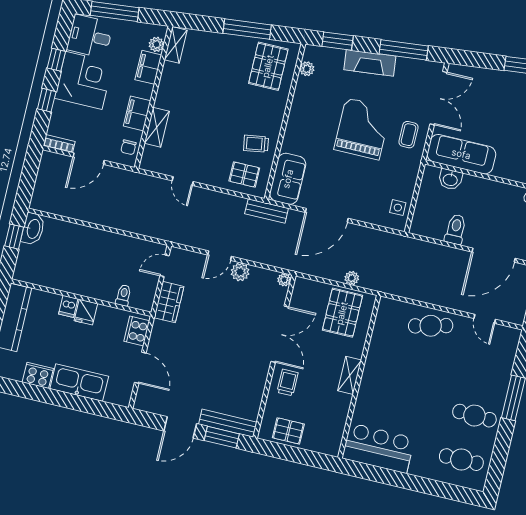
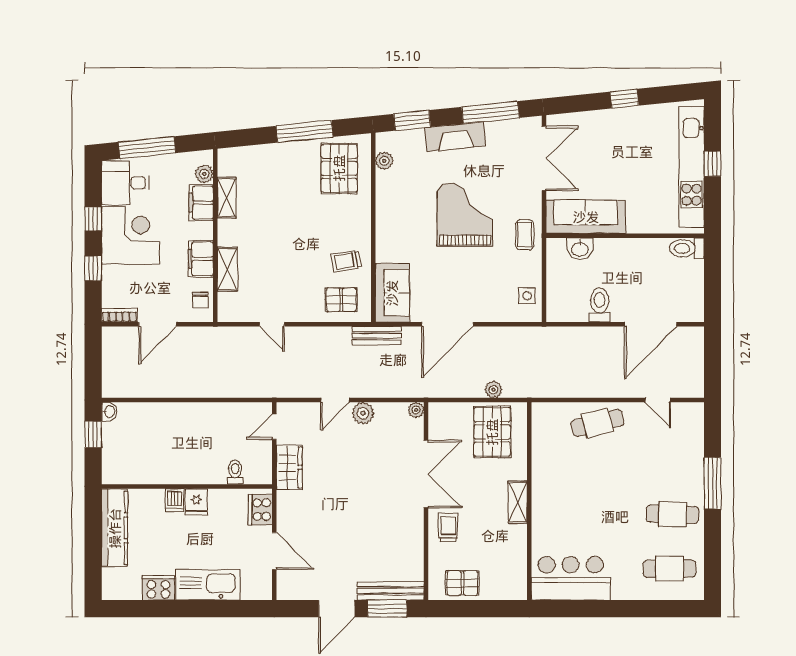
shelving: (176, 45) -> (227, 198), moved
coffee table: (408, 135) -> (525, 235), moved
washbasin: (33, 229) -> (109, 412), width x0.52, depth x0.69

